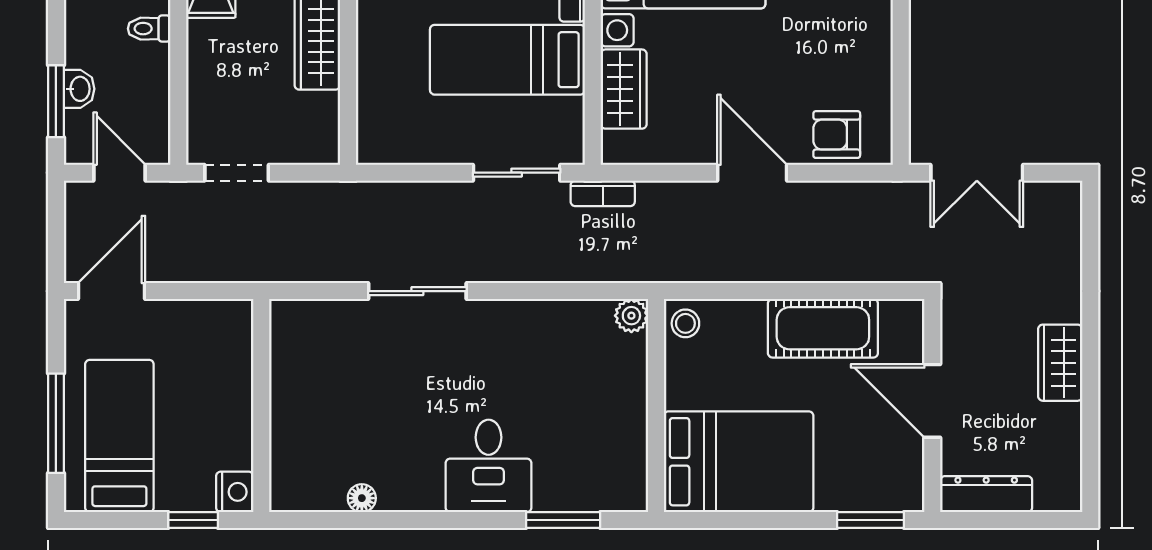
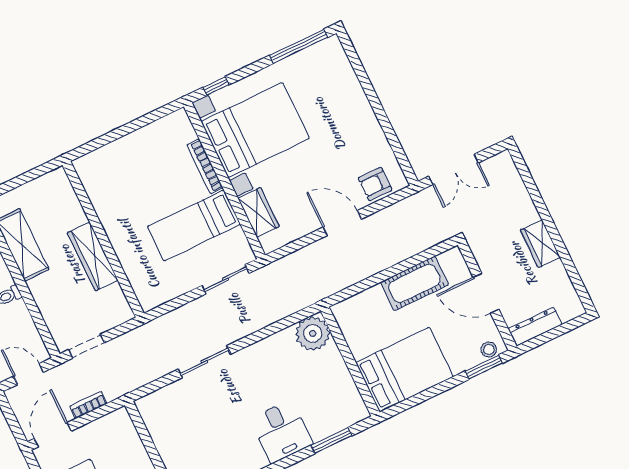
bookcase: (603, 193) -> (88, 405), moved, turned 180
plant: (631, 316) -> (313, 334), width x1.88, depth x1.88
stool: (685, 323) -> (489, 350), moved

